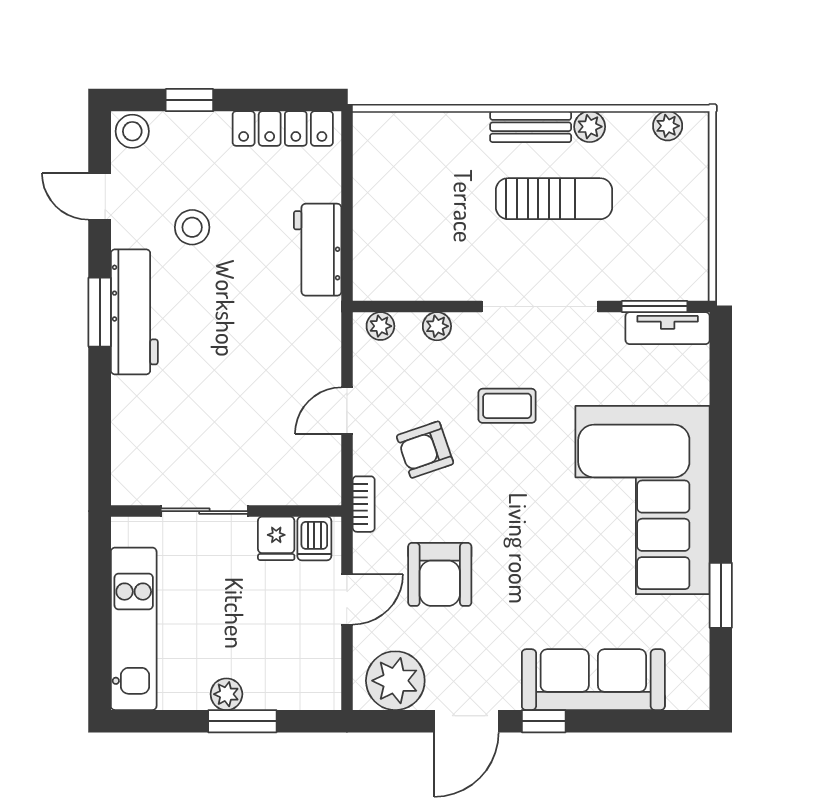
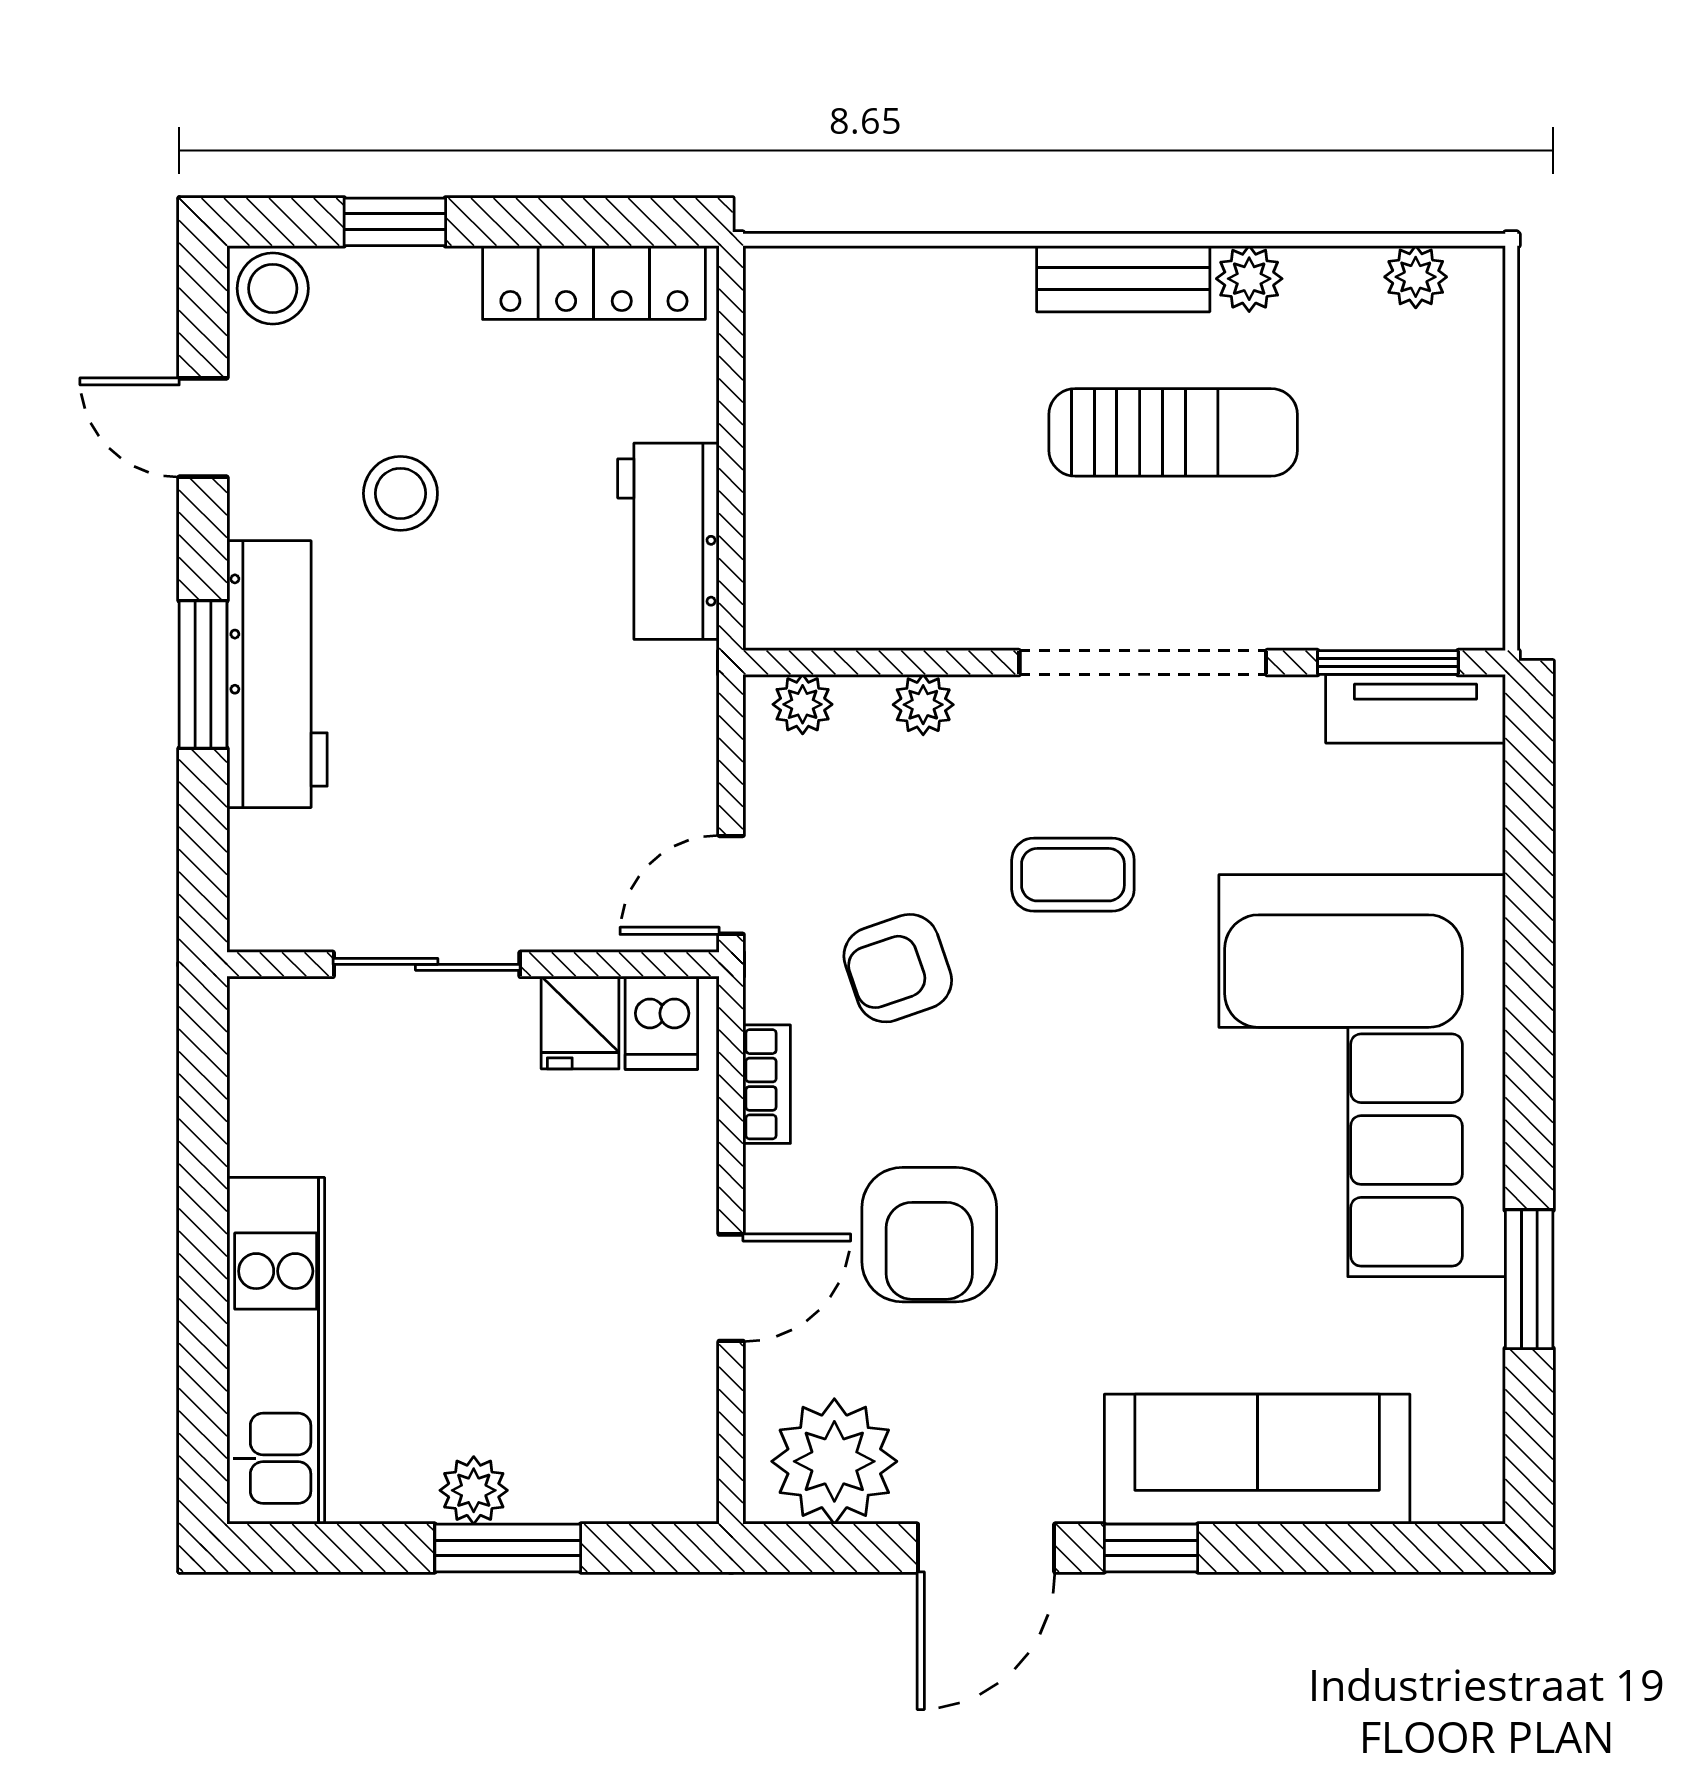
sliding door: (204, 511) -> (427, 964), moved
wall: (226, 511) -> (473, 964), moved
fridge: (276, 538) -> (580, 1023), moved
dishwasher: (314, 538) -> (661, 1023), moved

